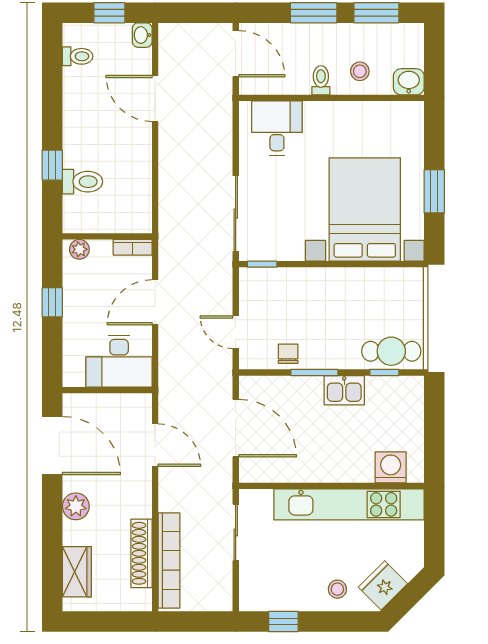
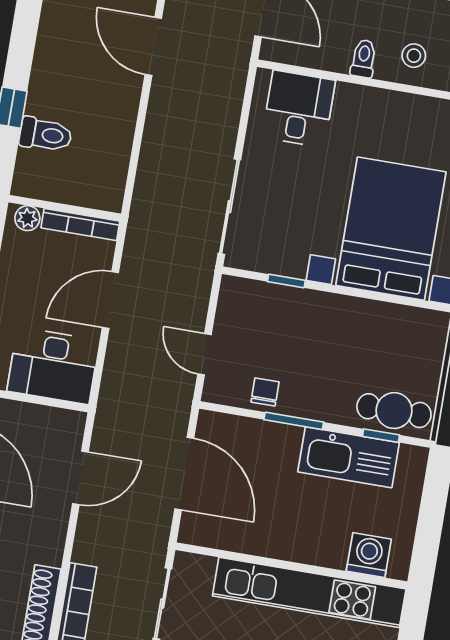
bookcase: (133, 247) -> (80, 224), width x1.56
window: (262, 264) -> (286, 281), moved
kitchen sink: (344, 390) -> (349, 457), width x1.88, depth x1.24
door: (155, 445) -> (80, 478), hinge flipped

